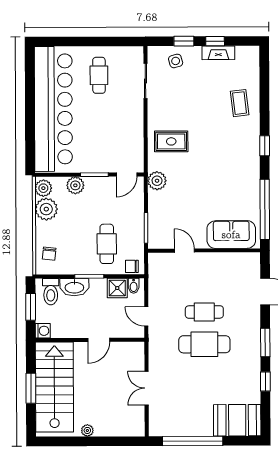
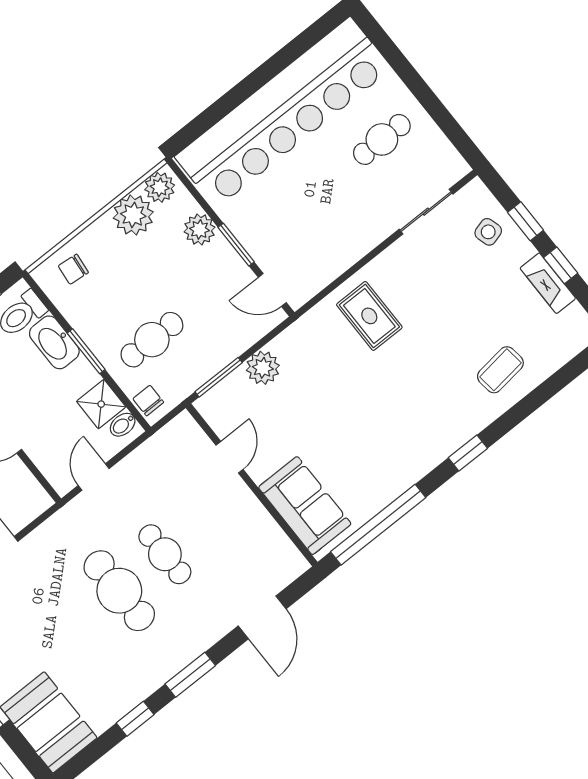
plant: (157, 181) -> (263, 368), moved

